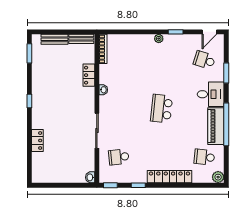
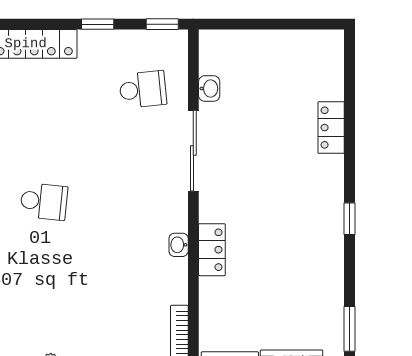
locker: (89, 75) -> (212, 250), moved
school desk: (162, 109) -> (44, 201), width x0.54
washbasin: (90, 177) -> (209, 89), moved

